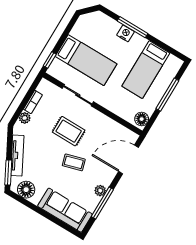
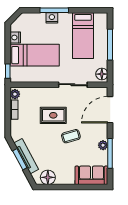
nightstand: (77, 31) -> (15, 37), added
sliding door: (78, 95) -> (73, 85), moved
plant: (25, 118) -> (15, 94), moved
window: (8, 173) -> (20, 159), moved
sofa: (65, 210) -> (91, 175), width x0.73

